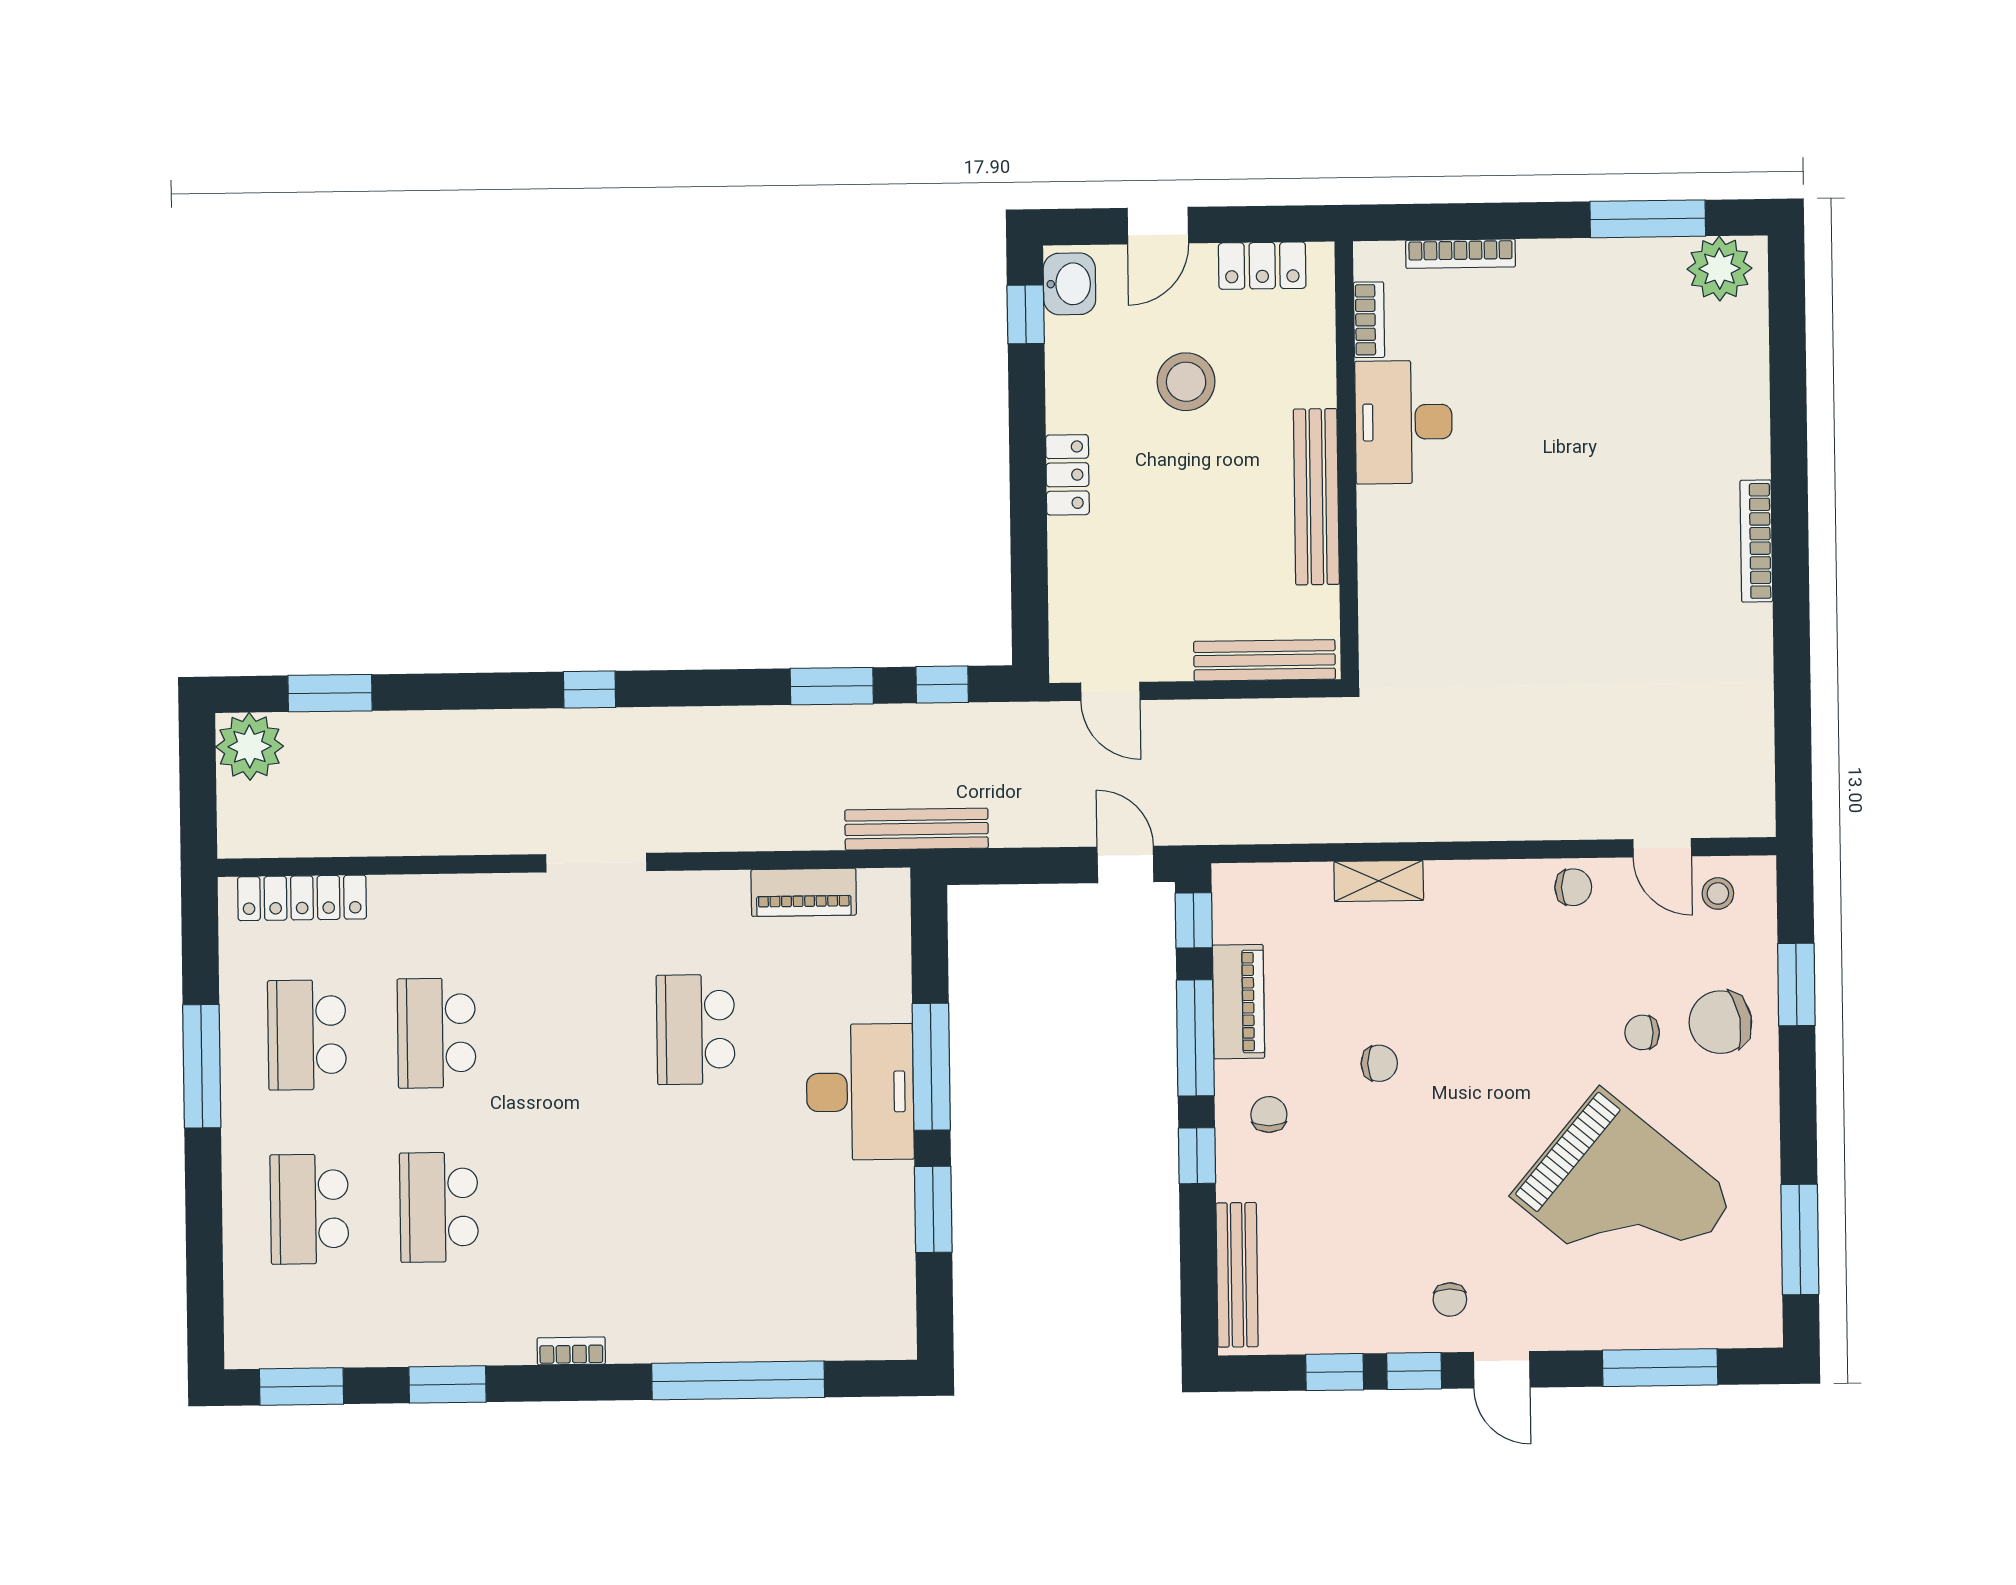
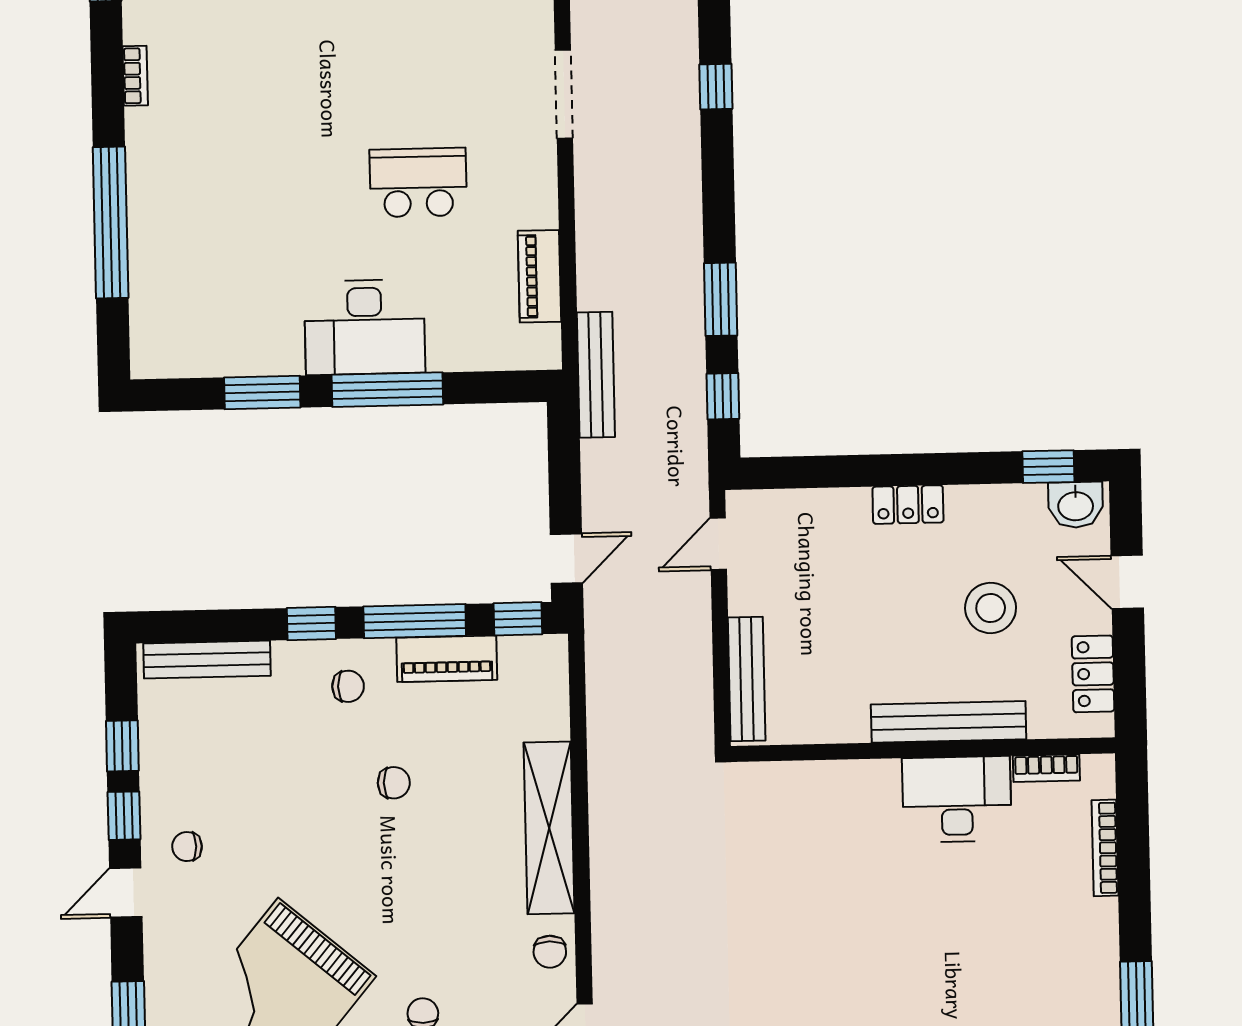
bench: (1316, 497) -> (949, 722), moved
shelving: (1379, 881) -> (549, 828), width x2.20, depth x1.33
chair: (1379, 1063) -> (394, 783), turned -90

